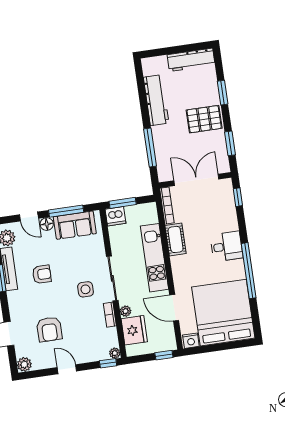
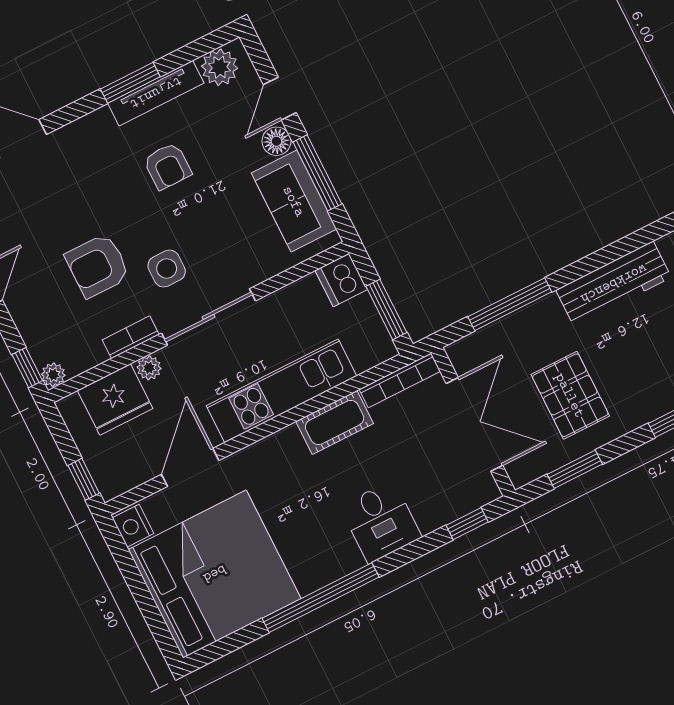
pallet: (204, 119) -> (570, 395), moved
window: (123, 203) -> (386, 309), moved
desk: (226, 246) -> (381, 522), moved
armchair: (49, 329) -> (98, 266), moved

